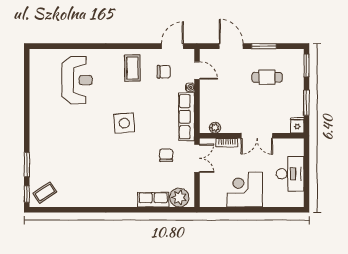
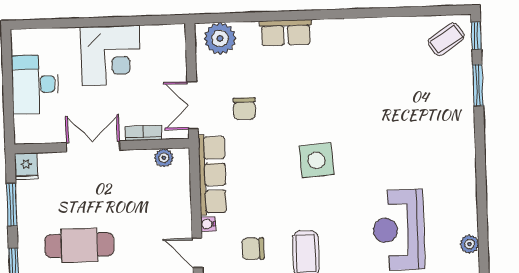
plant: (35, 70) -> (469, 244), added
cafe table: (267, 77) -> (79, 245), width x1.37, depth x1.35
row of seats: (153, 200) -> (286, 33), moved

